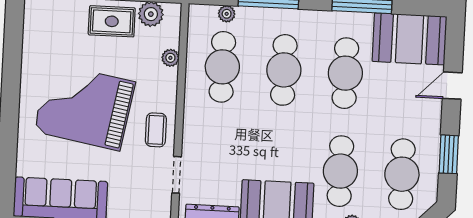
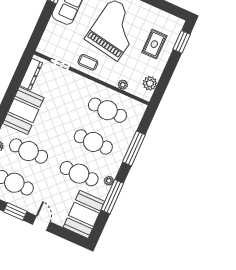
plant: (227, 14) -> (109, 181), moved
rug: (112, 21) -> (154, 44), moved
door: (452, 86) -> (41, 223), moved

